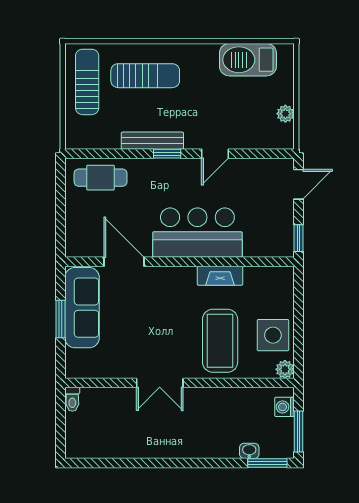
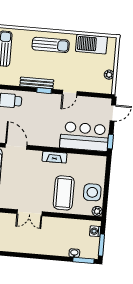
sun lounger: (145, 76) -> (51, 45), moved
bar counter: (197, 233) -> (84, 137), moved
fireplace: (220, 276) -> (55, 157), moved

